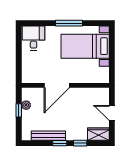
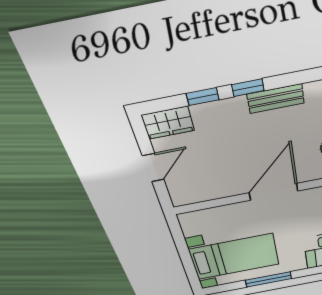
door: (112, 113) -> (153, 168), hinge flipped
bench: (48, 136) -> (276, 99), width x0.73

